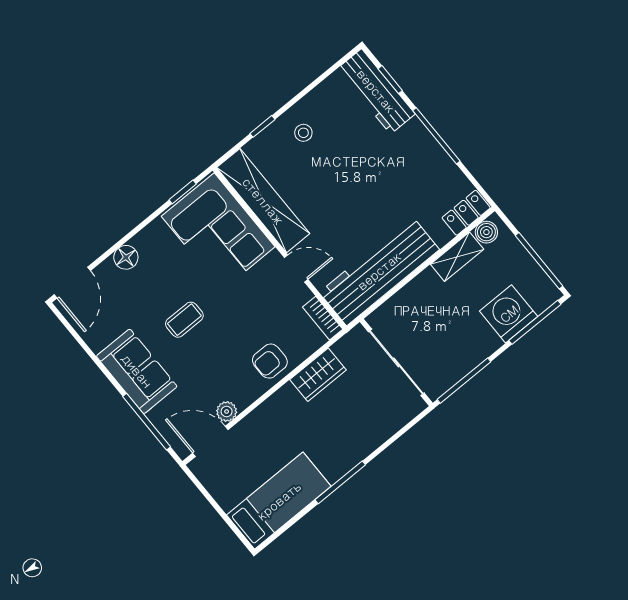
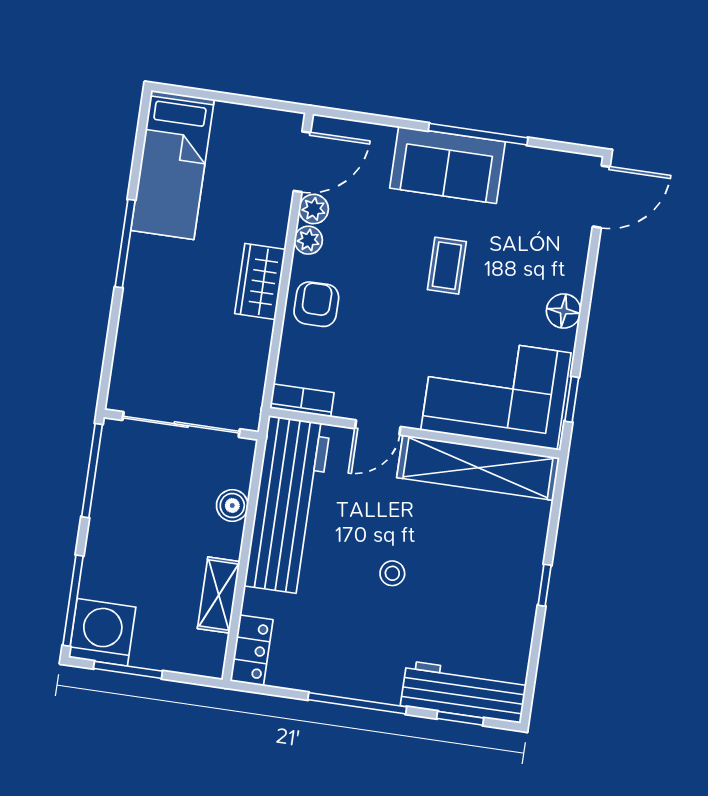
window: (262, 126) -> (545, 585), moved
stool: (303, 133) -> (392, 573), moved
boiler: (486, 232) -> (232, 506), moved
floor lamp: (126, 257) -> (564, 311), moved
window: (539, 261) -> (128, 670), width x0.69
door: (72, 283) -> (601, 197), swing flipped
washing machine: (509, 314) -> (102, 632), moved, turned -90
wardrobe: (318, 375) -> (260, 281), moved
plant: (244, 398) -> (308, 240), added
window: (147, 422) -> (478, 134), moved

